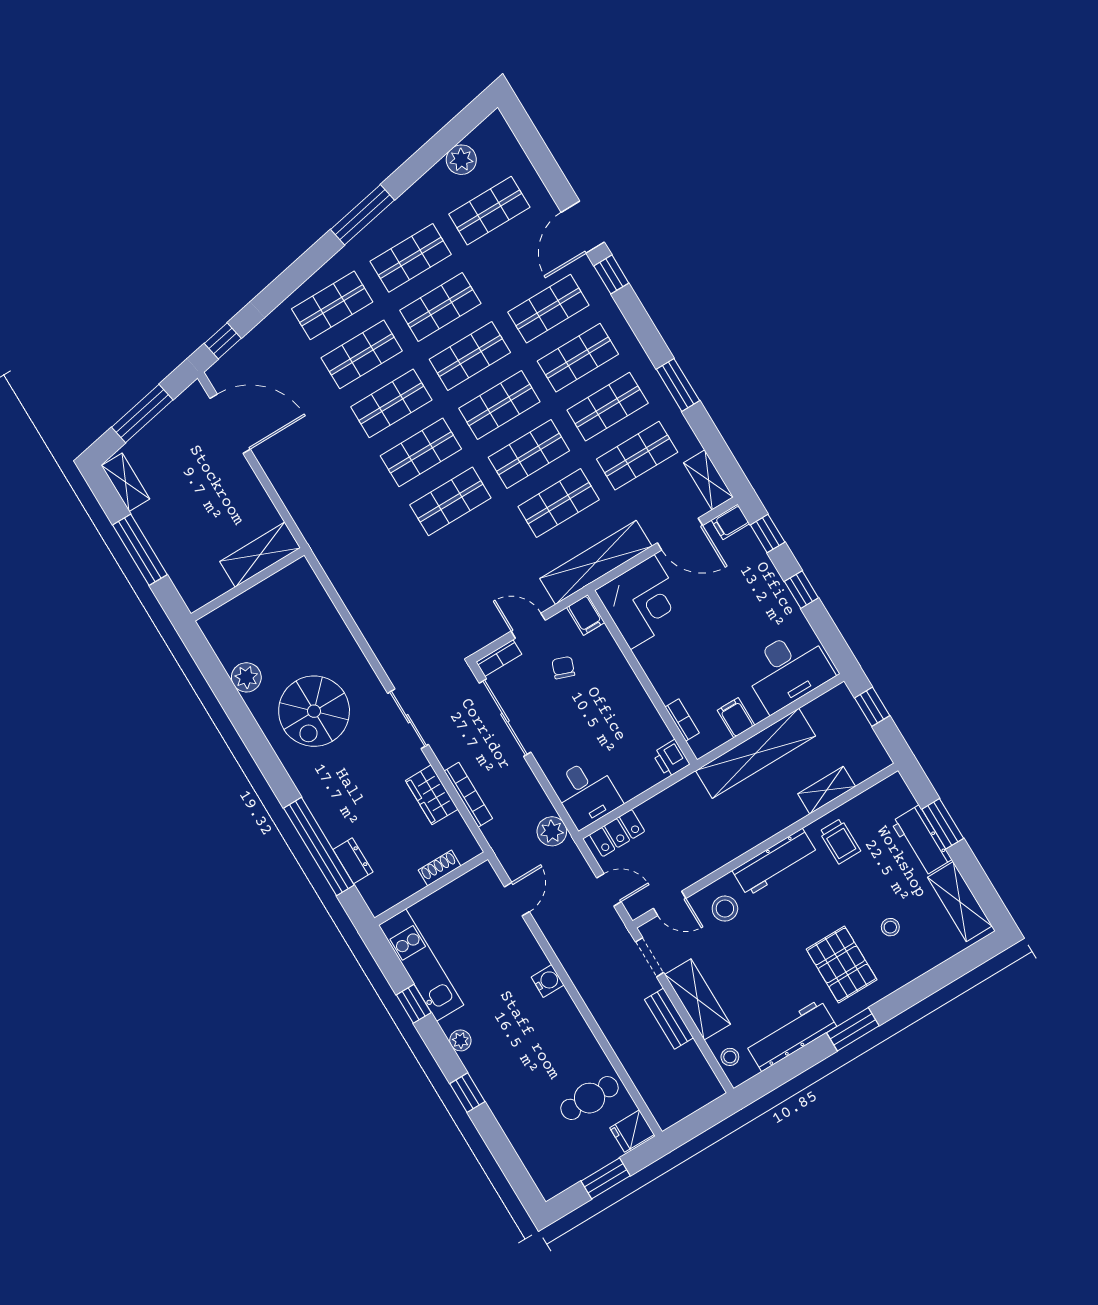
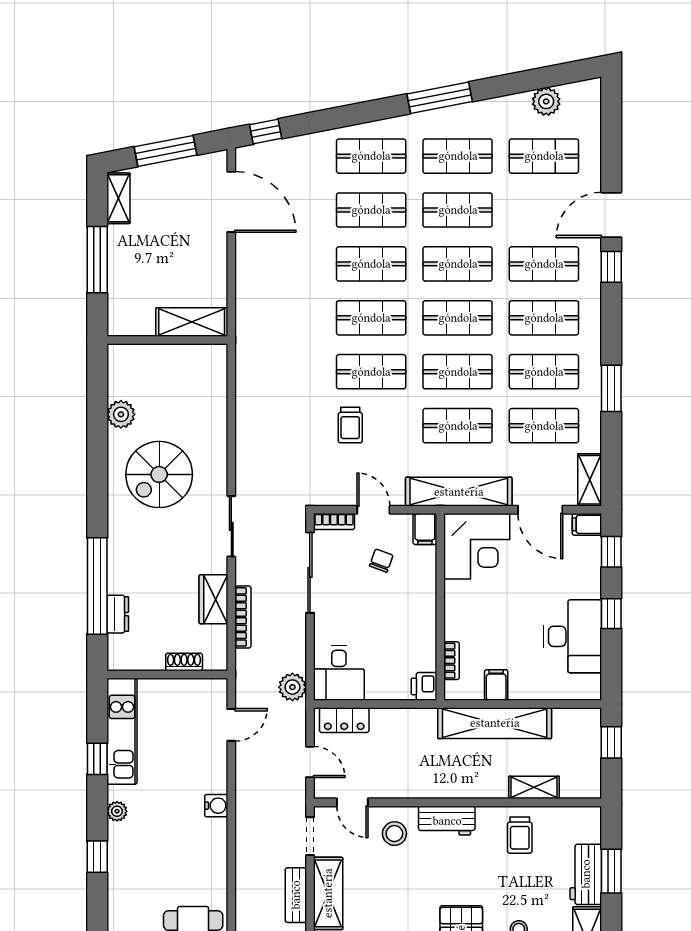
trolley: (461, 561) -> (350, 425), added
desk: (788, 670) -> (573, 636), moved, turned -90
workbench: (775, 862) -> (447, 821), width x0.73

